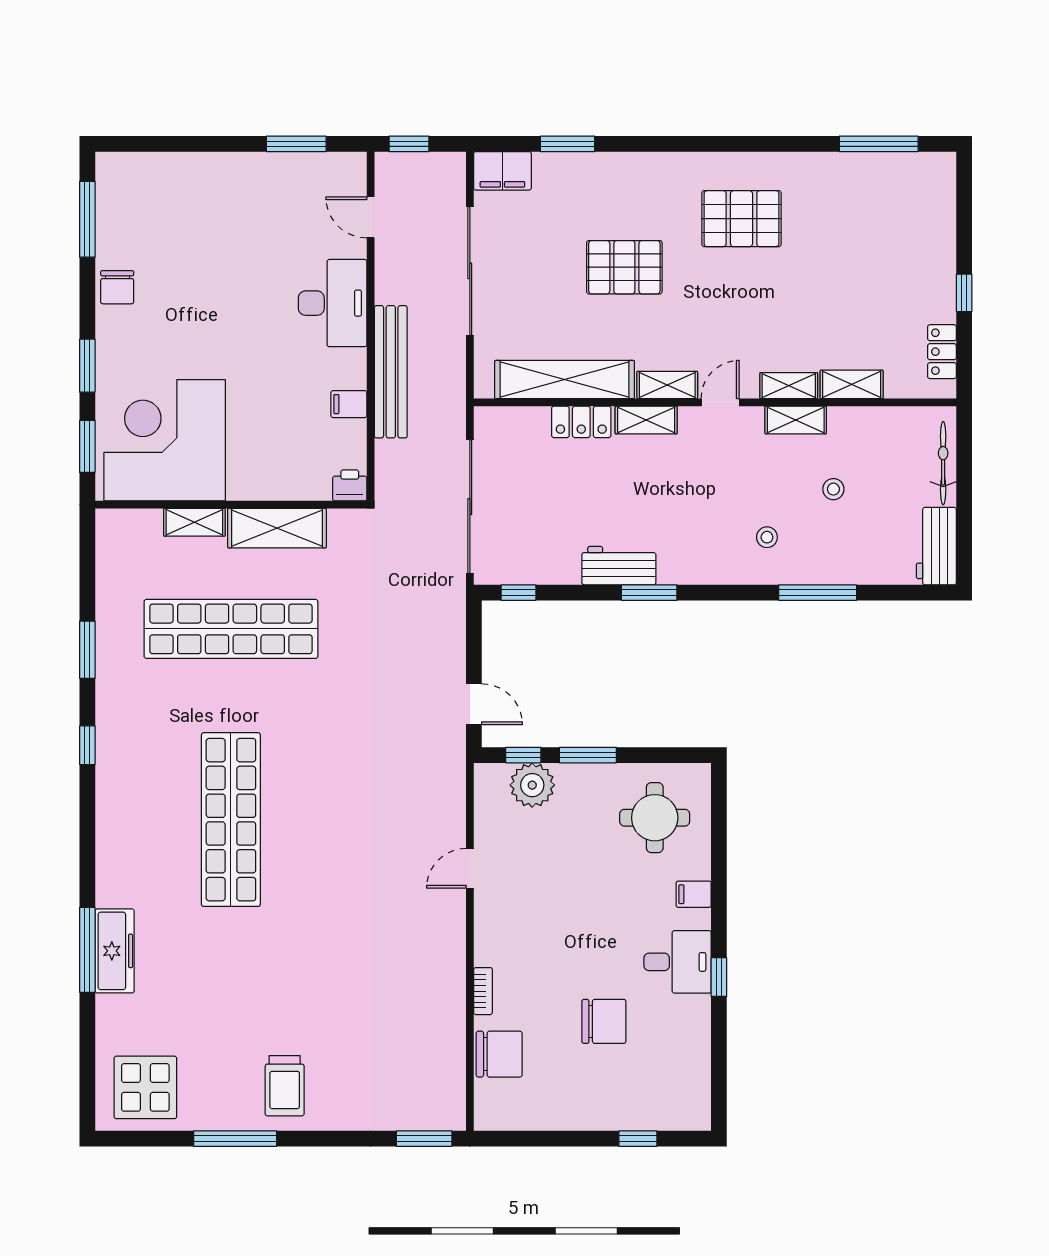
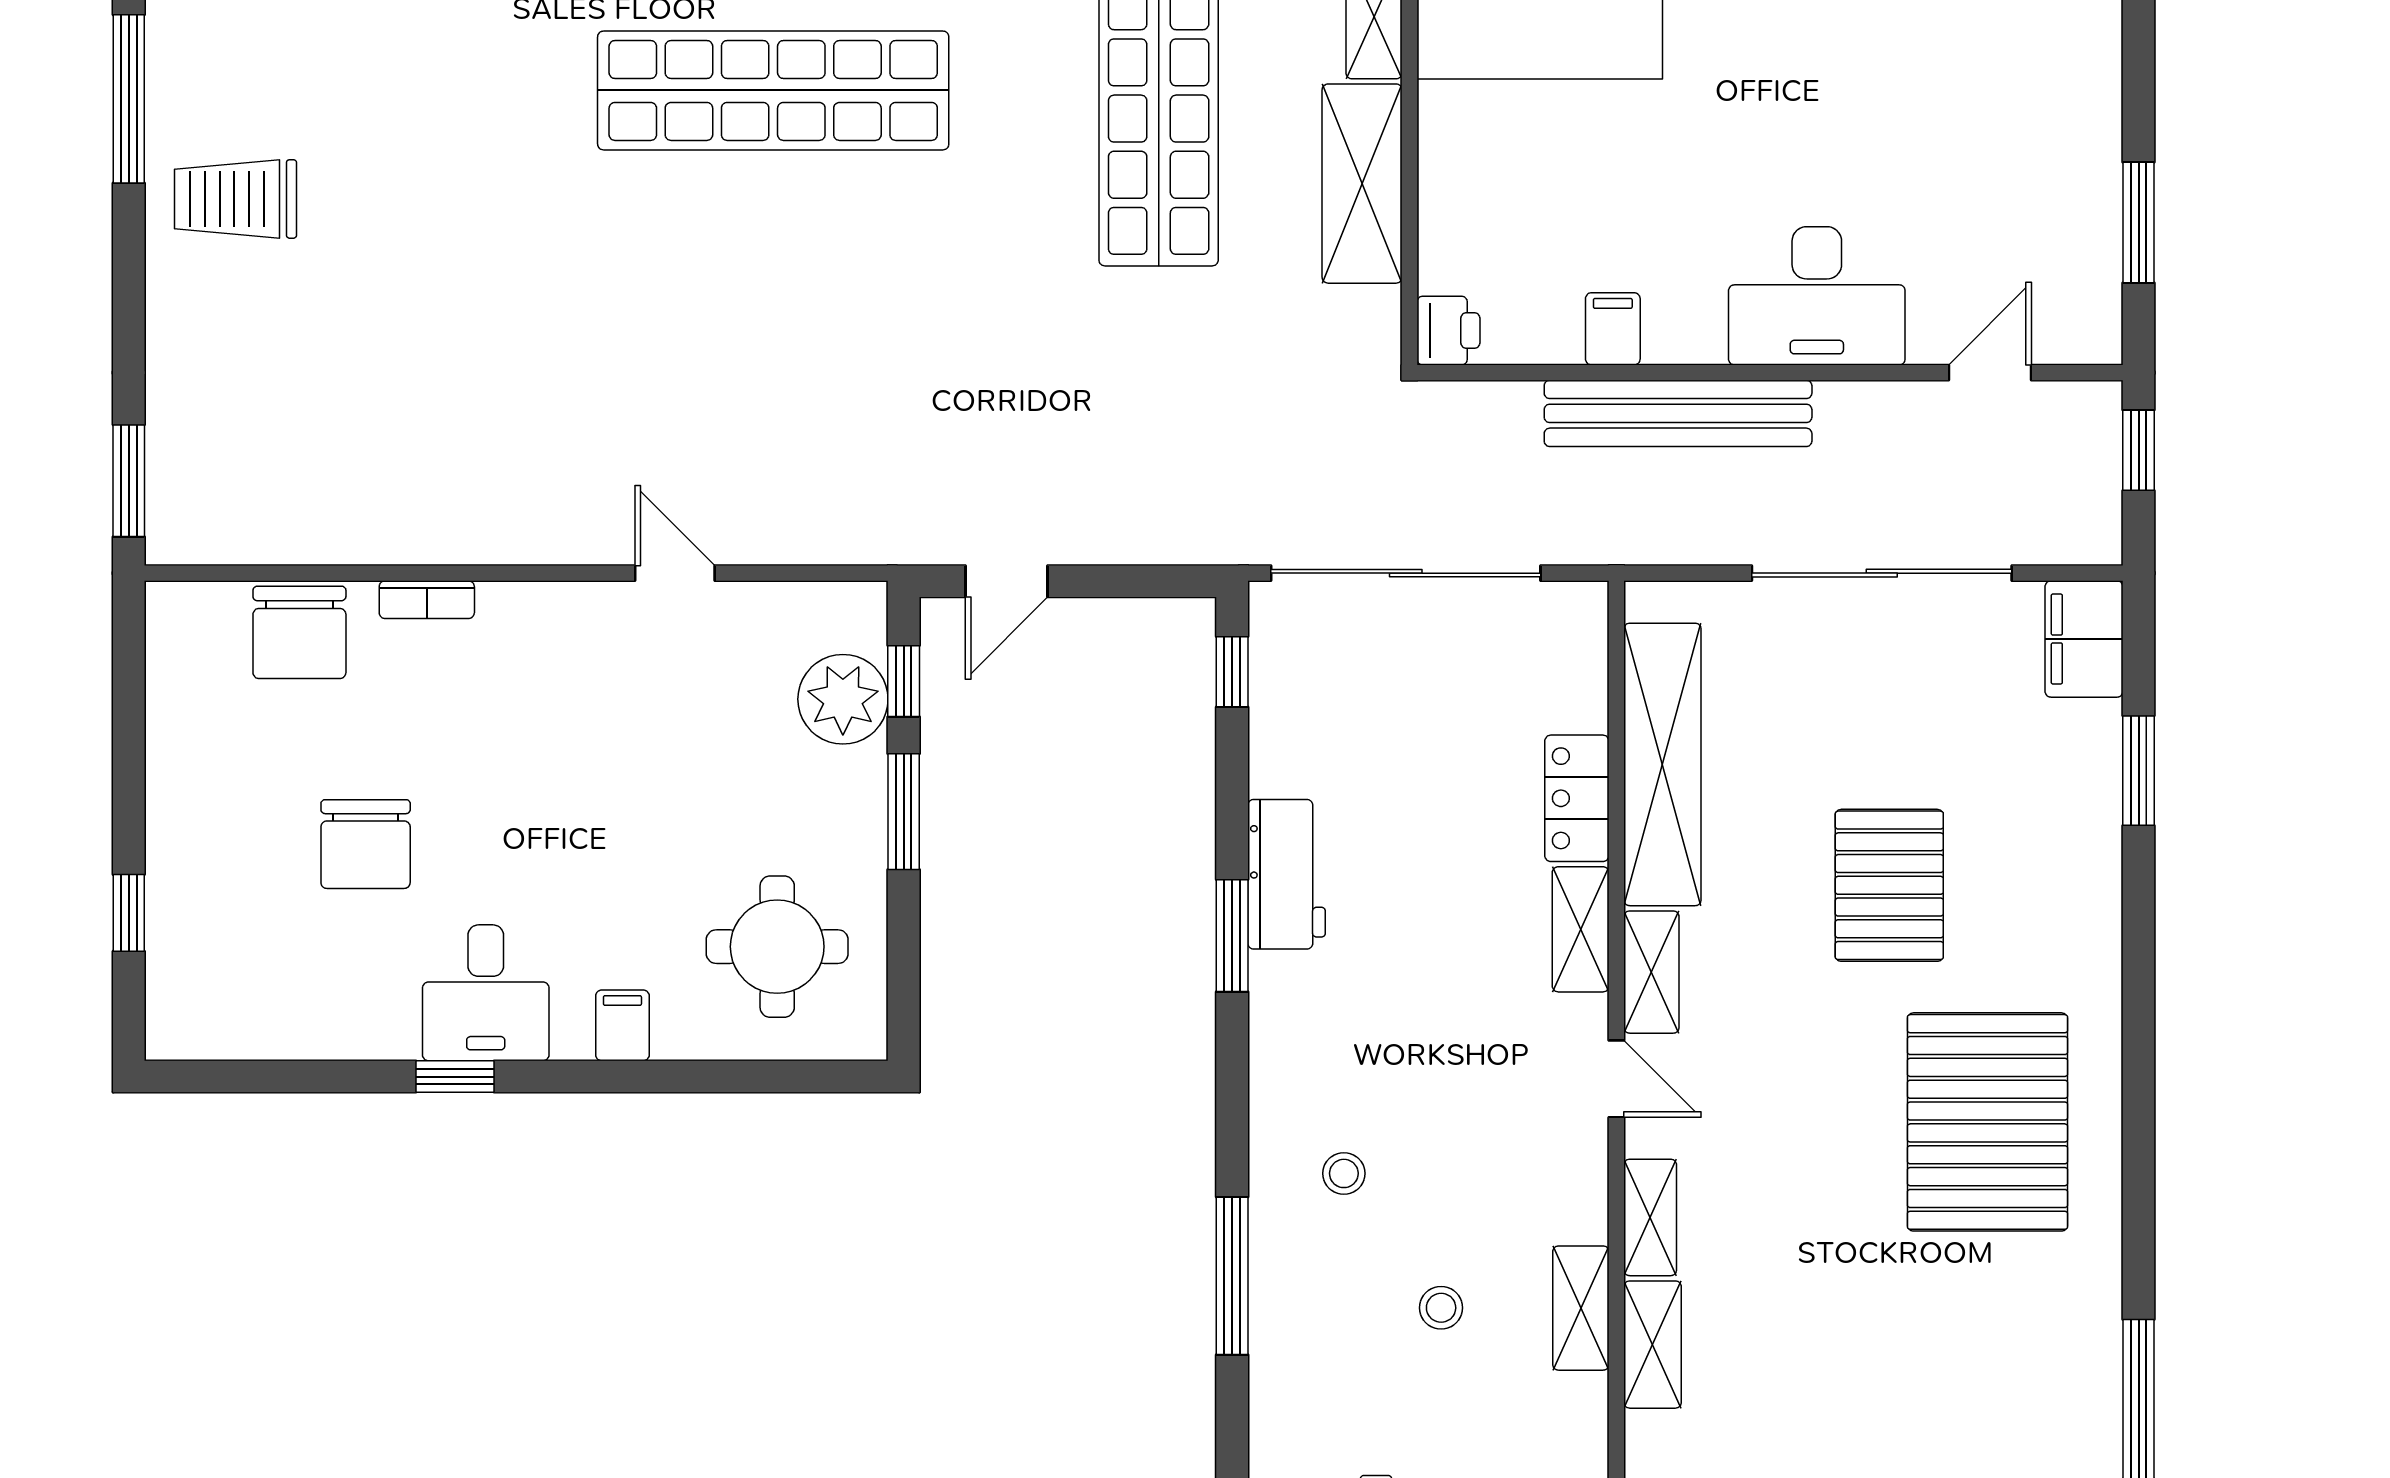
pallet: (741, 219) -> (1987, 1122), width x1.37, depth x1.41
shelving: (796, 420) -> (1581, 1308), moved

